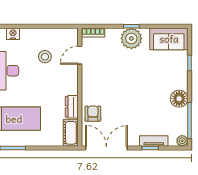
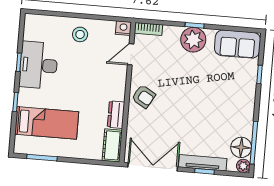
nightstand: (13, 34) -> (123, 28), moved
stool: (45, 57) -> (80, 34), moved
floor lamp: (179, 99) -> (241, 147), moved
armchair: (93, 114) -> (144, 97), moved, turned 120
tv unit: (154, 141) -> (203, 163), width x1.41

